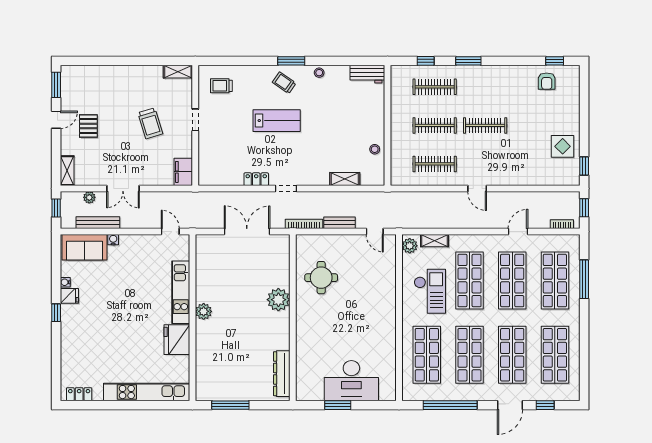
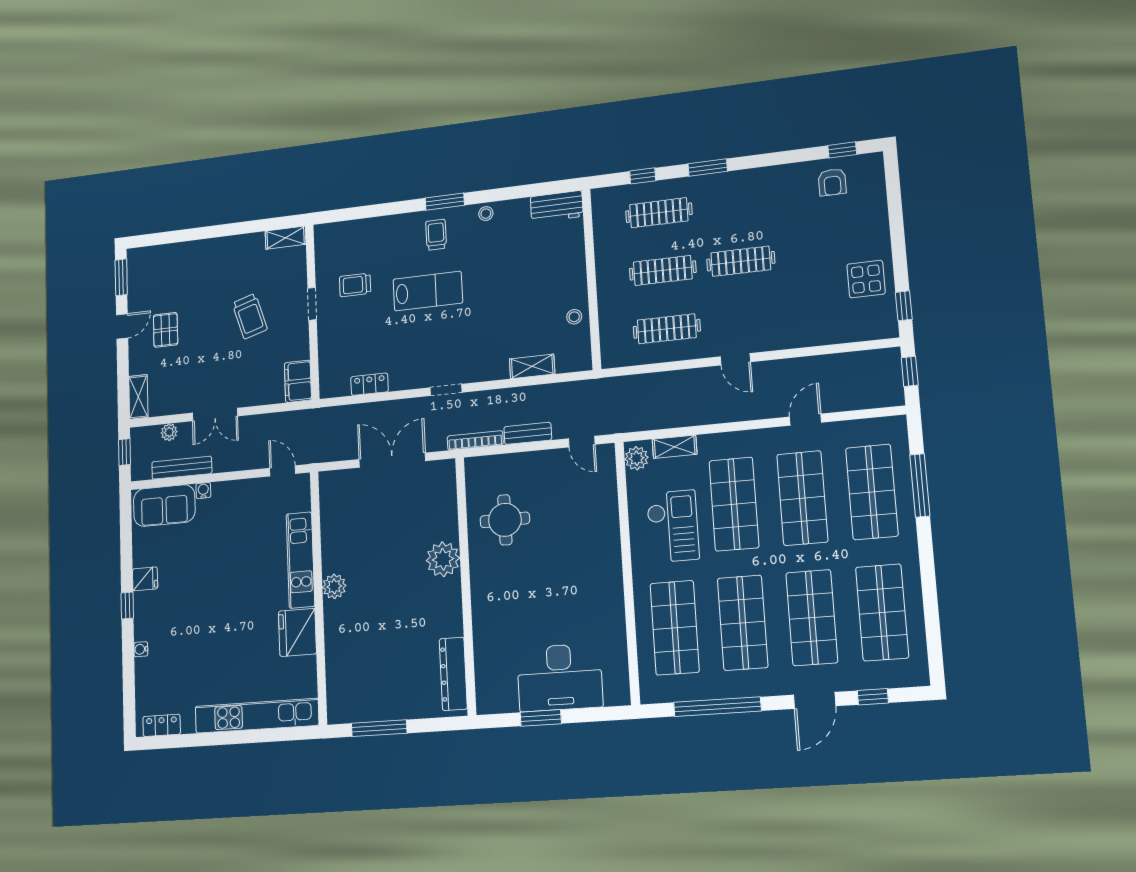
trolley: (284, 83) -> (436, 235), turned 55
trolley: (221, 86) -> (355, 285), moved
locker: (256, 179) -> (370, 384), moved
bookcase: (562, 224) -> (876, 401), removed
water cooler: (65, 282) -> (141, 649), moved

